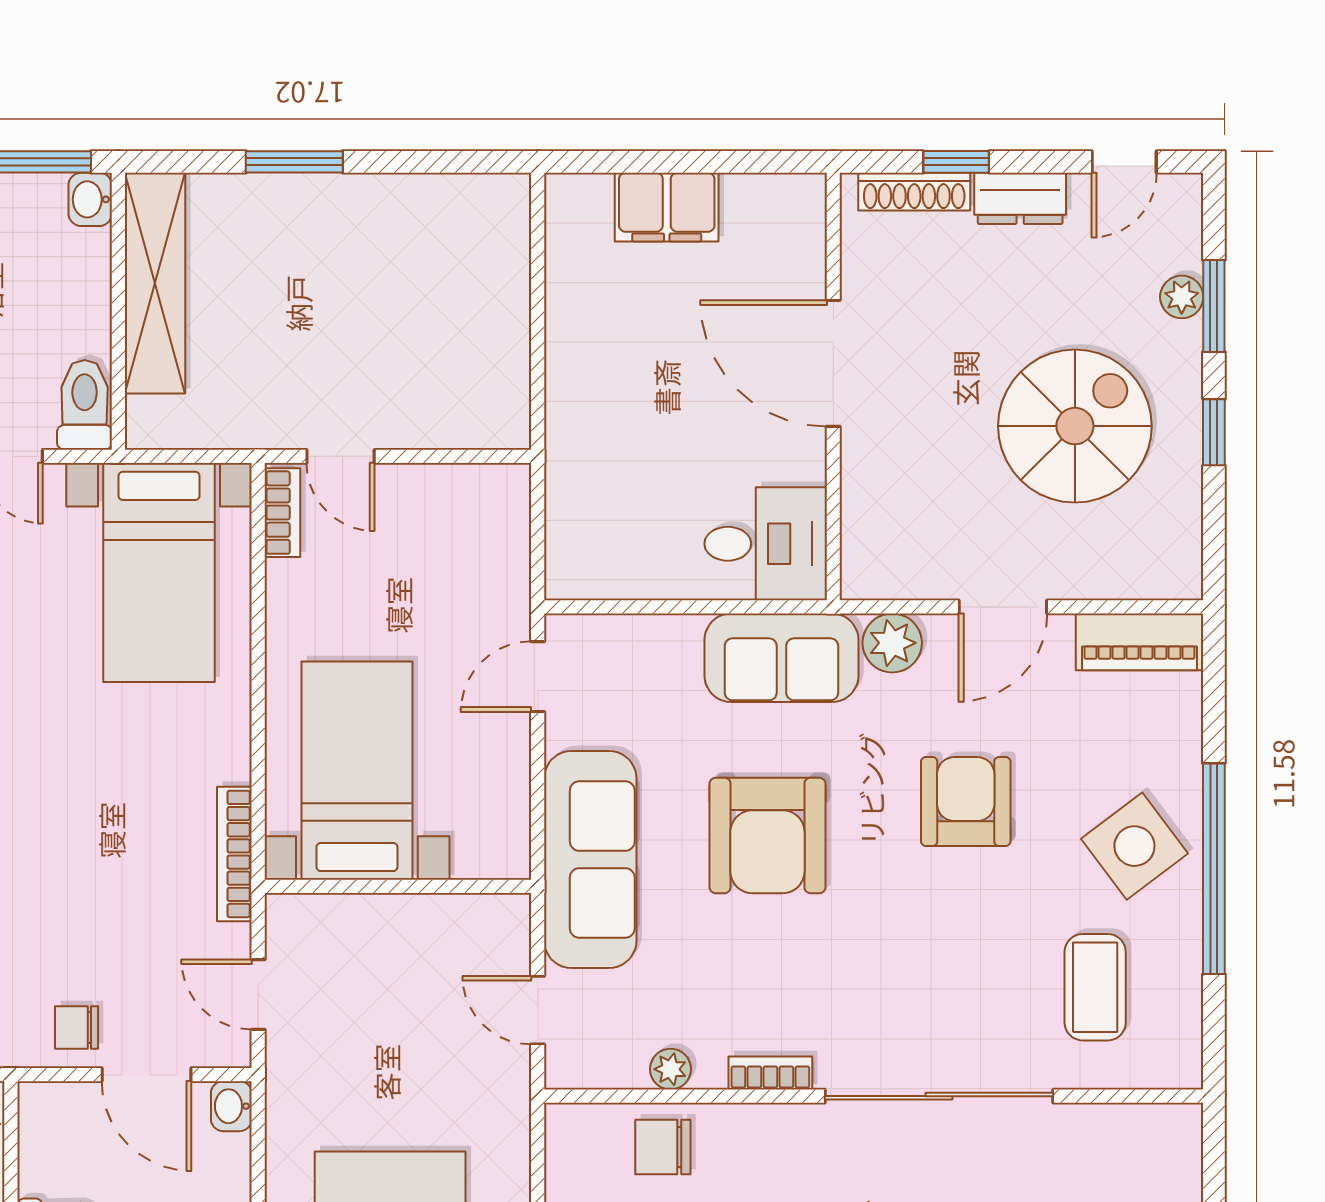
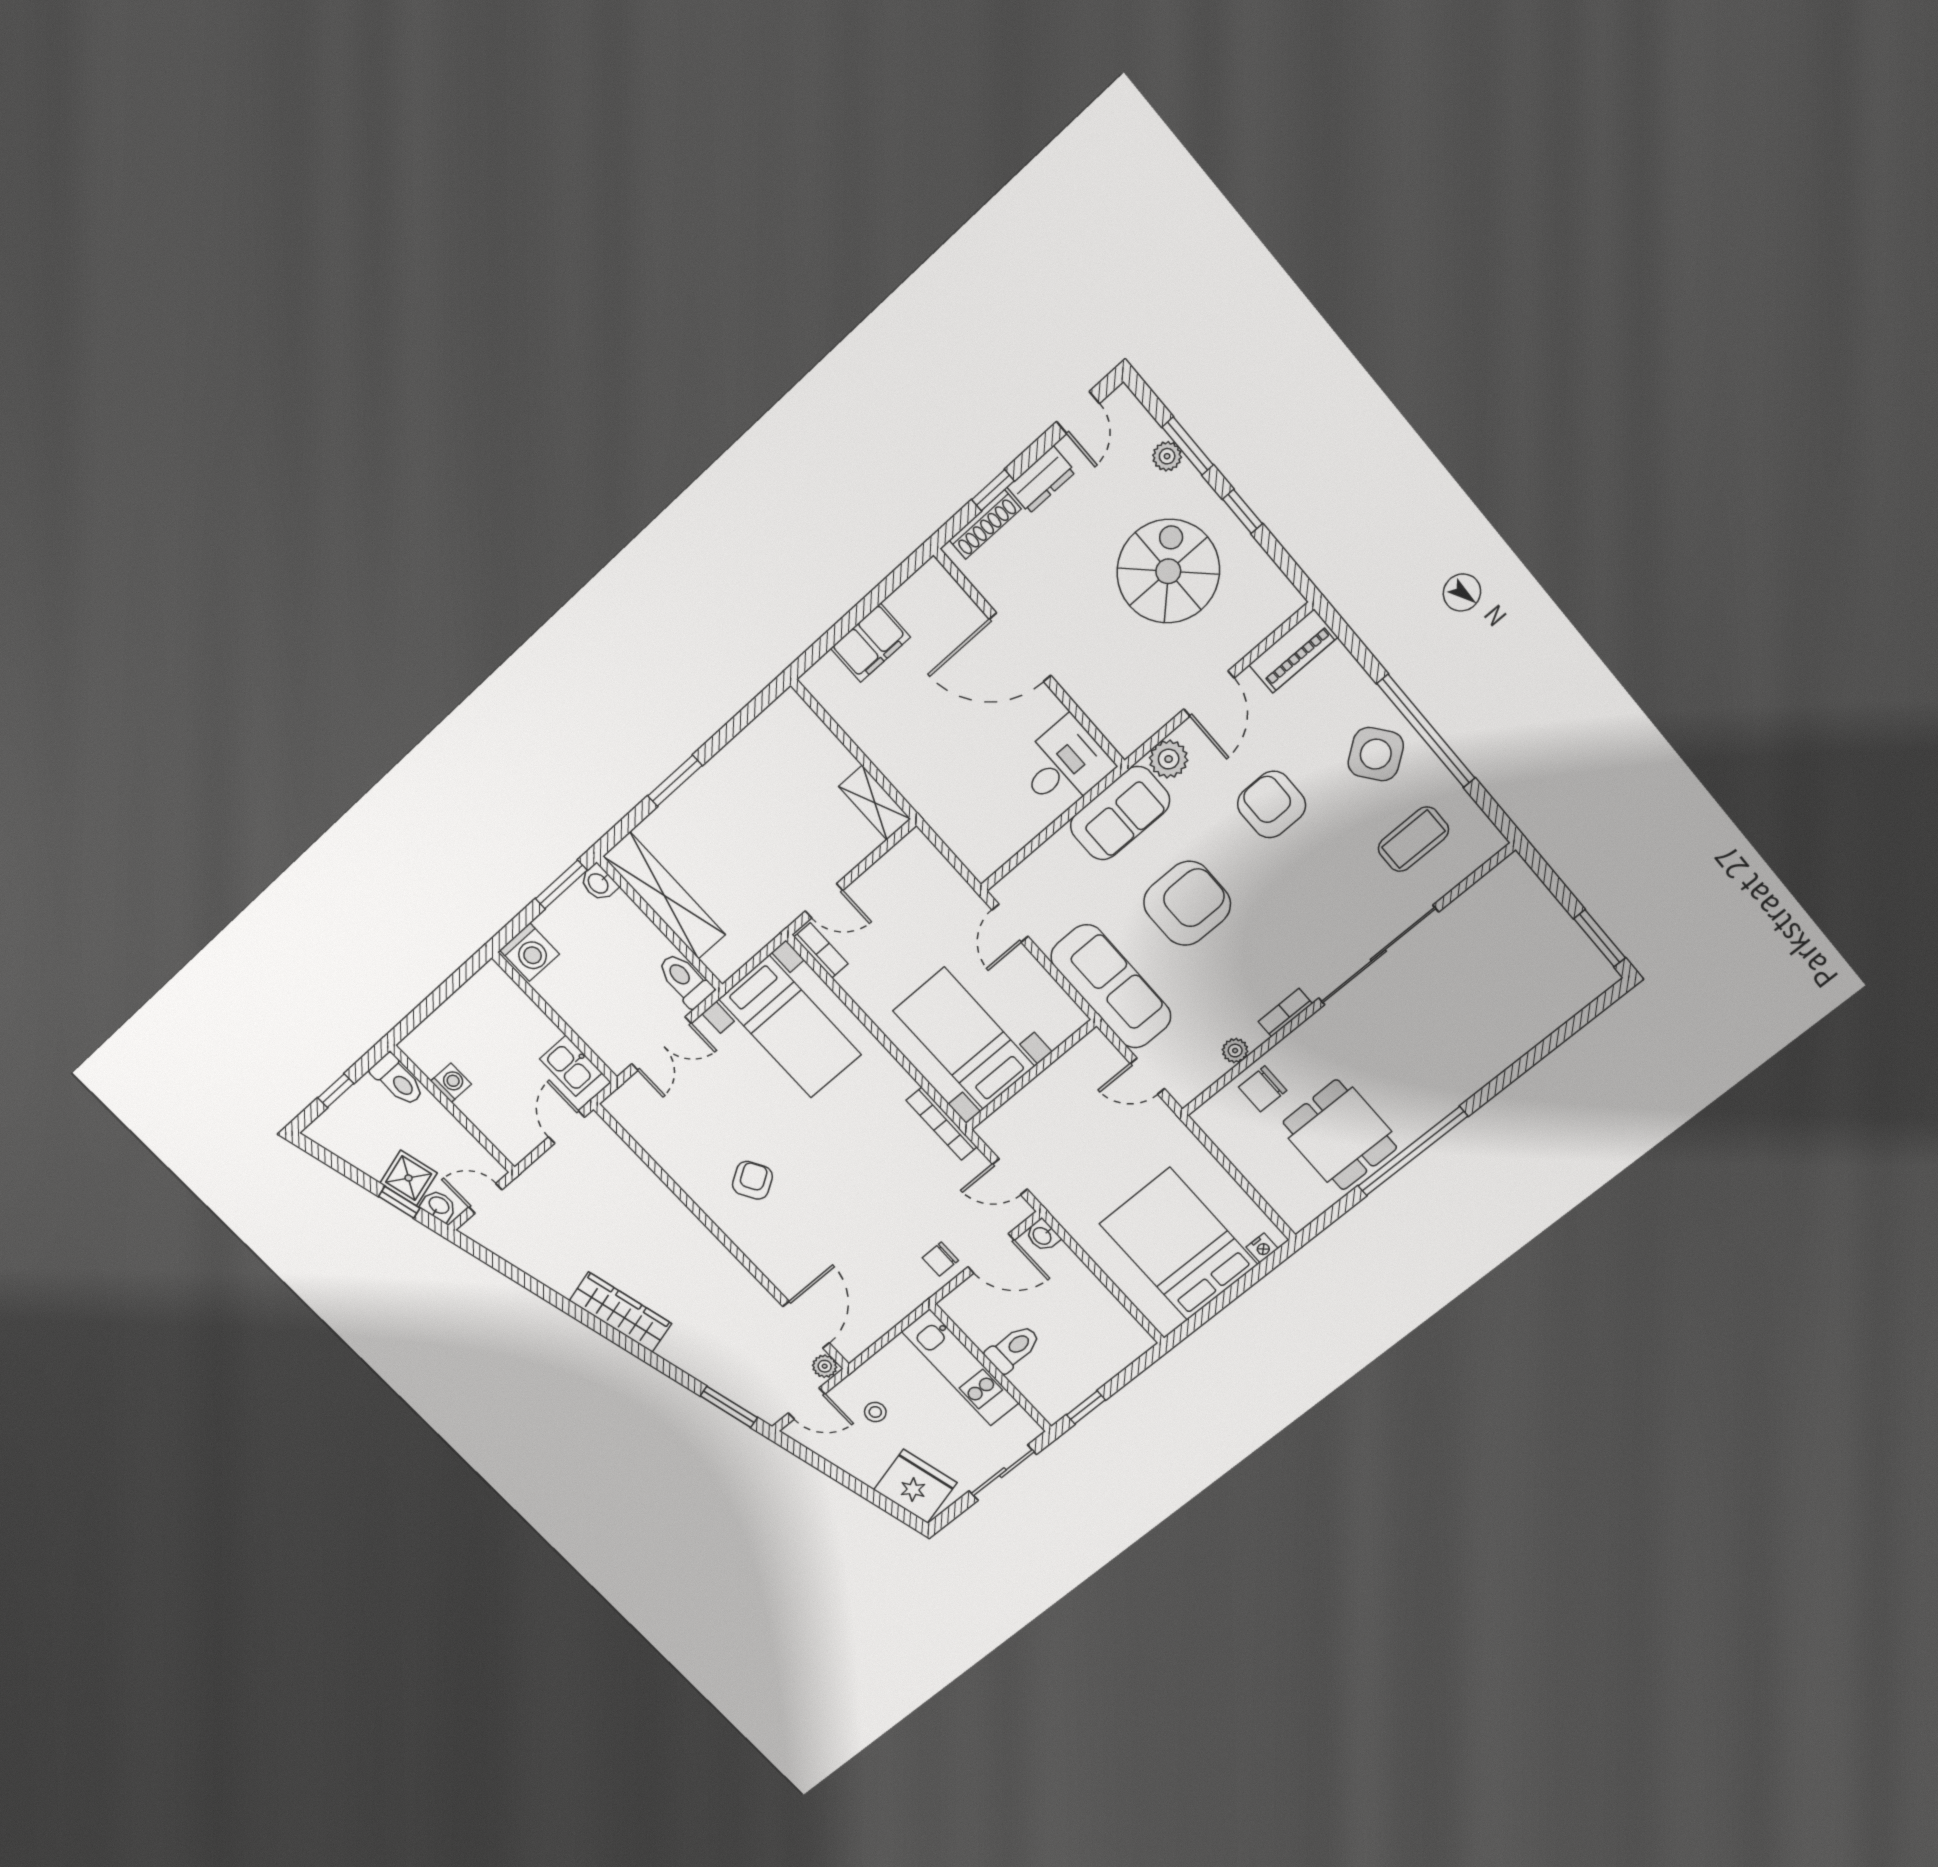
shelving: (506, 394) -> (875, 803), added
armchair: (767, 836) -> (1187, 903), turned -90
coffee table: (1095, 987) -> (1413, 839), turned 90

